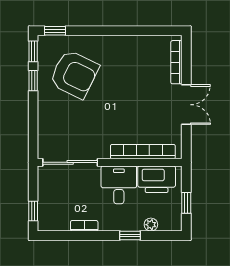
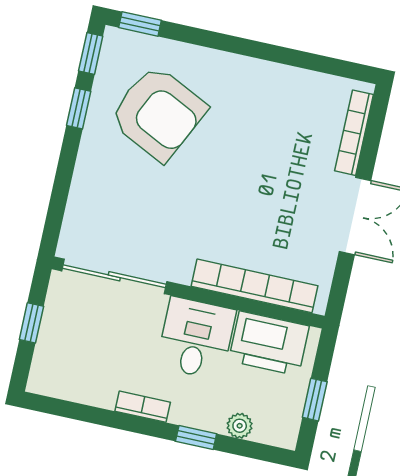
window: (33, 211) -> (31, 323), moved
bookcase: (84, 226) -> (143, 407), moved

